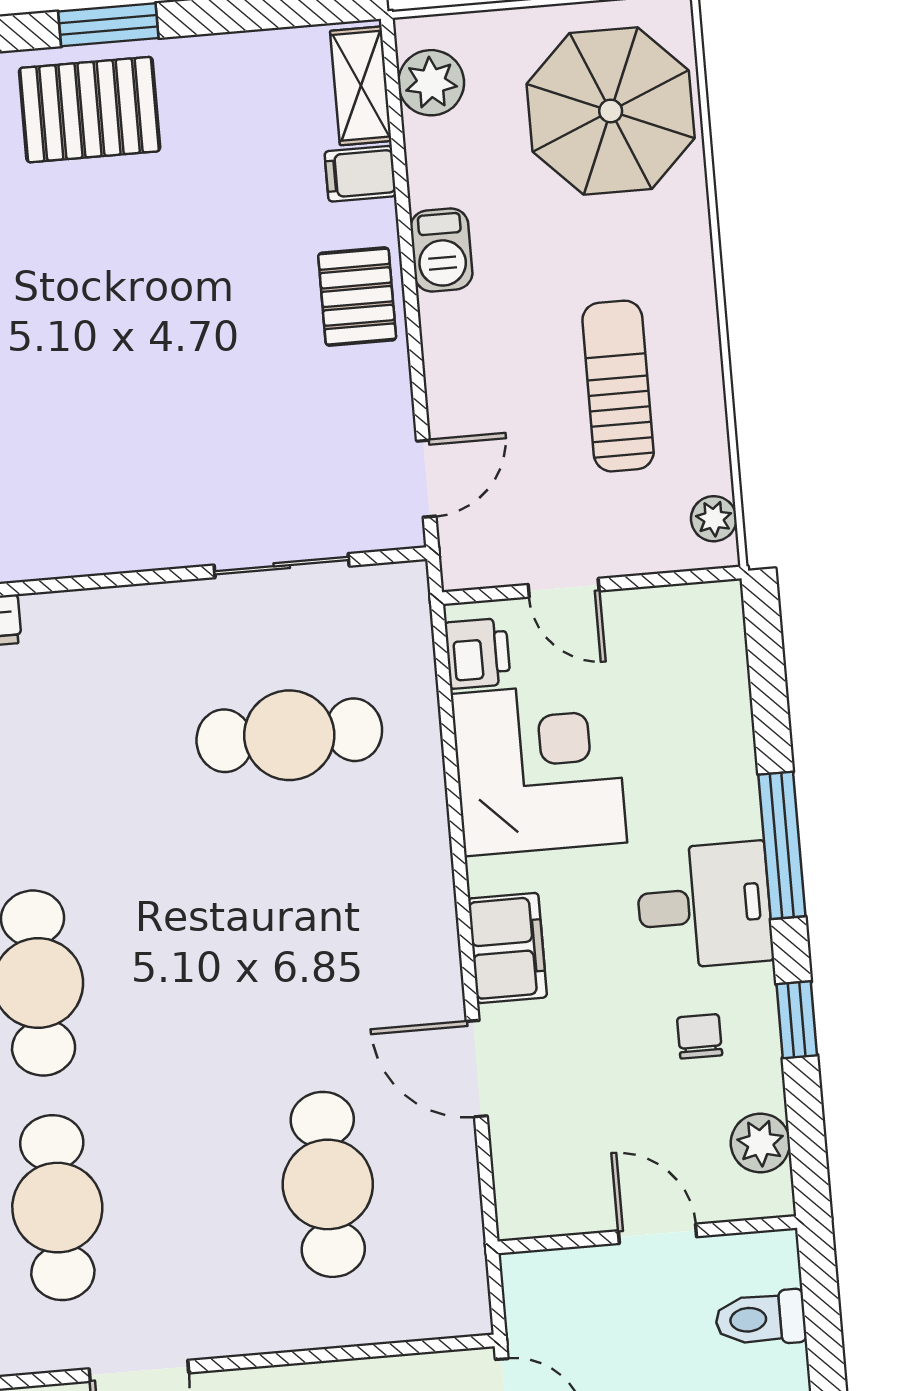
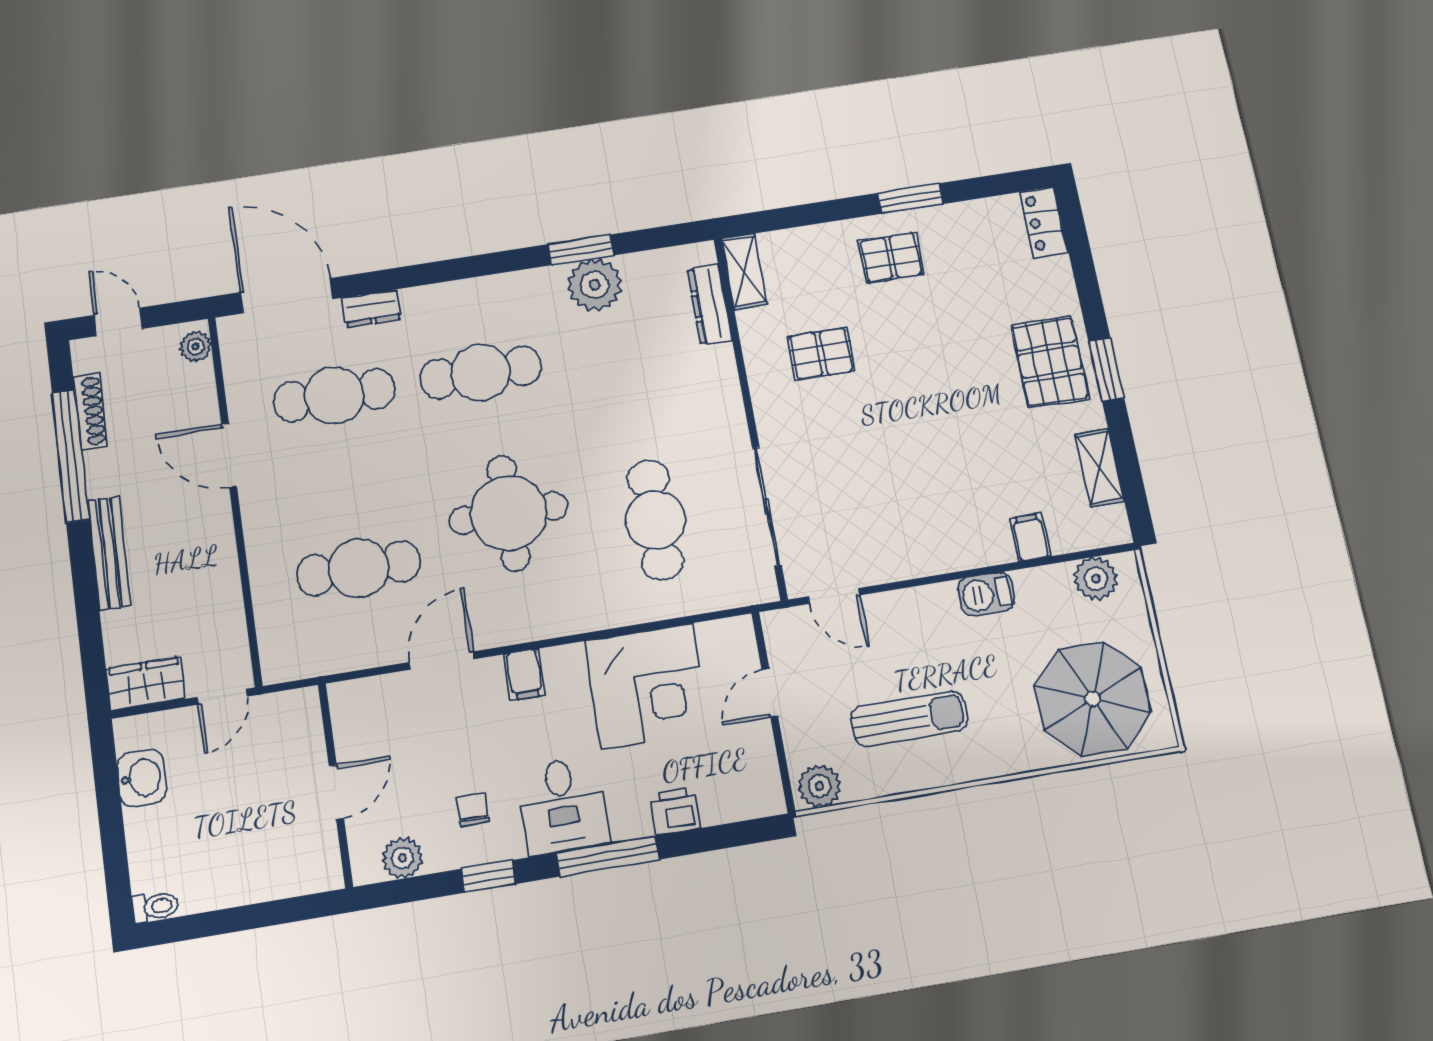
shelving: (361, 86) -> (1100, 468), moved, turned 90
pallet: (357, 297) -> (821, 354), moved
plant: (714, 519) -> (820, 786), width x1.38, depth x1.38
sliding door: (282, 566) -> (767, 506), width x1.37
printer: (478, 653) -> (675, 811), moved, turned 180
filing cabinet: (508, 948) -> (525, 675), width x0.50
round table: (261, 955) -> (509, 513), added
chair: (700, 1036) -> (473, 810), turned -90
toilet: (761, 1319) -> (281, 868), removed

